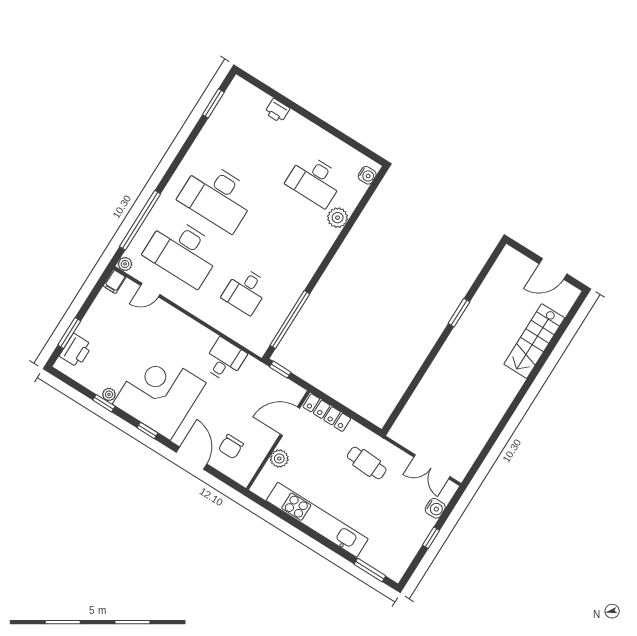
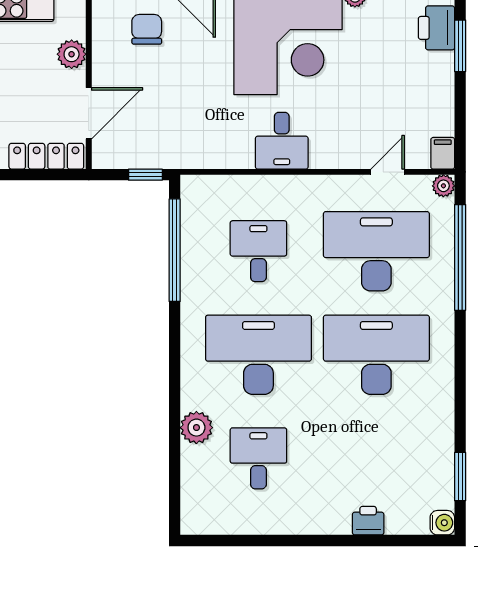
water cooler: (367, 175) -> (442, 523), moved, turned 180
desk: (315, 181) -> (258, 458), width x0.73
desk: (280, 236) -> (258, 355), added
desk: (224, 360) -> (282, 141), moved

